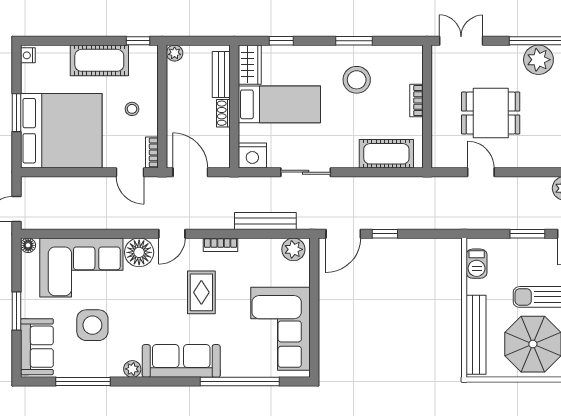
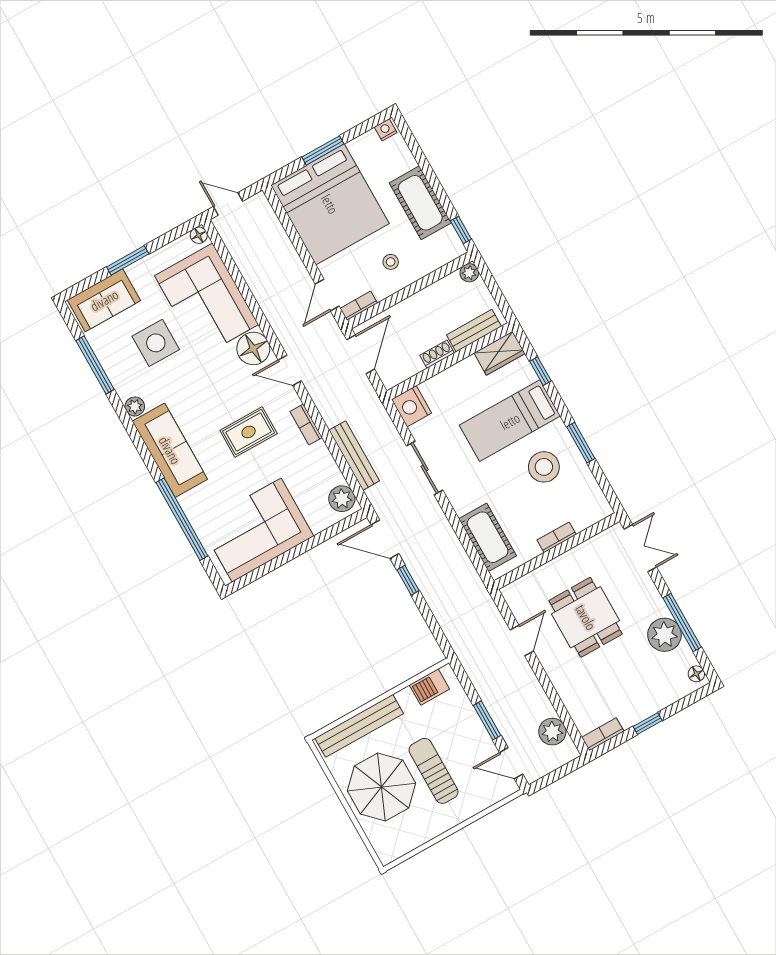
bed: (279, 104) -> (510, 421), moved, turned 90

